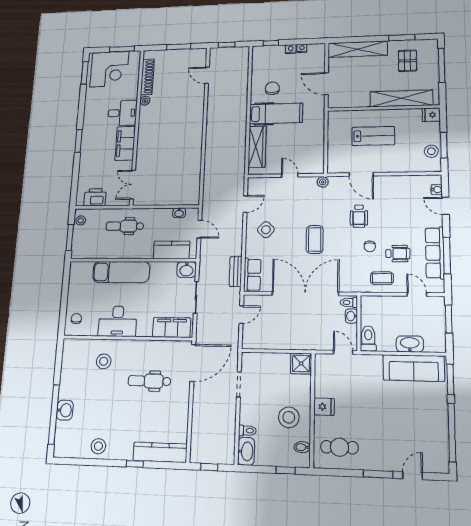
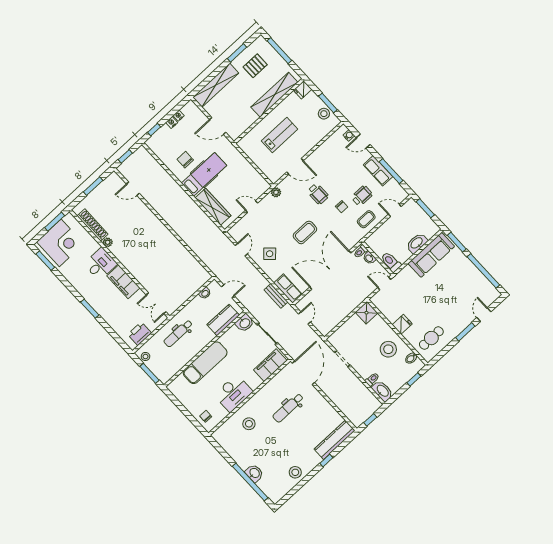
pallet: (408, 61) -> (255, 66), turned 90
coffee table: (315, 239) -> (305, 232), turned 90
row of seats: (435, 253) -> (378, 171), width x0.68

